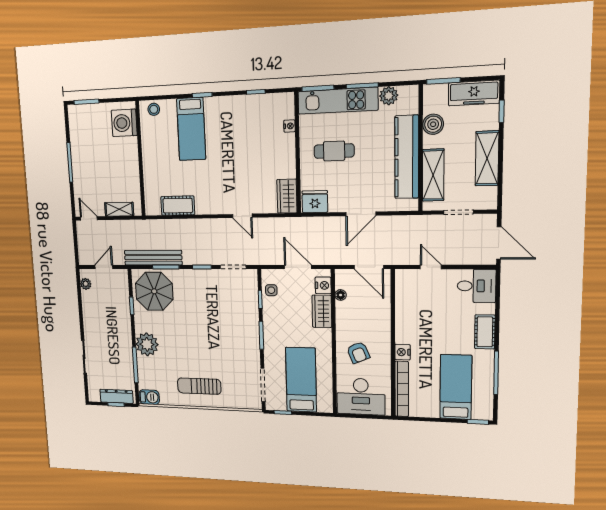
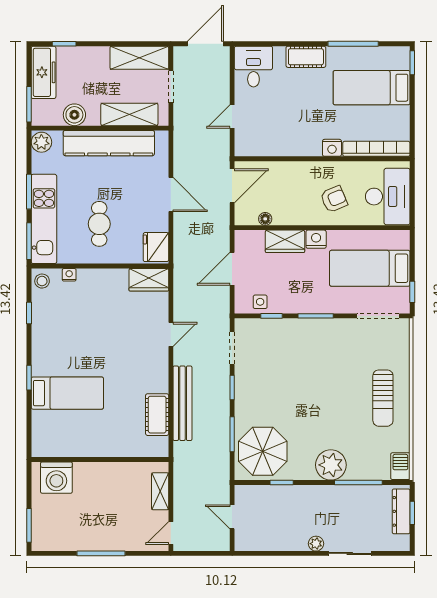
plant: (389, 96) -> (41, 142), moved
stool: (154, 109) -> (42, 281), moved
shelving: (487, 158) -> (139, 58), moved
bench: (153, 258) -> (182, 403), moved
plant: (86, 284) -> (316, 544), moved
nightstand: (323, 285) -> (316, 239), moved

